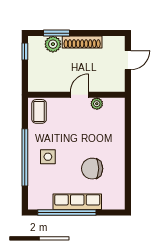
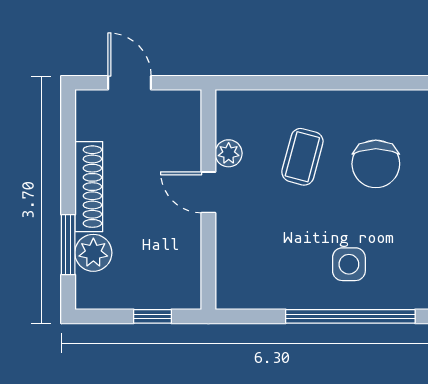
window: (25, 51) -> (153, 316), moved
coffee table: (39, 111) -> (302, 157), moved, turned -75

